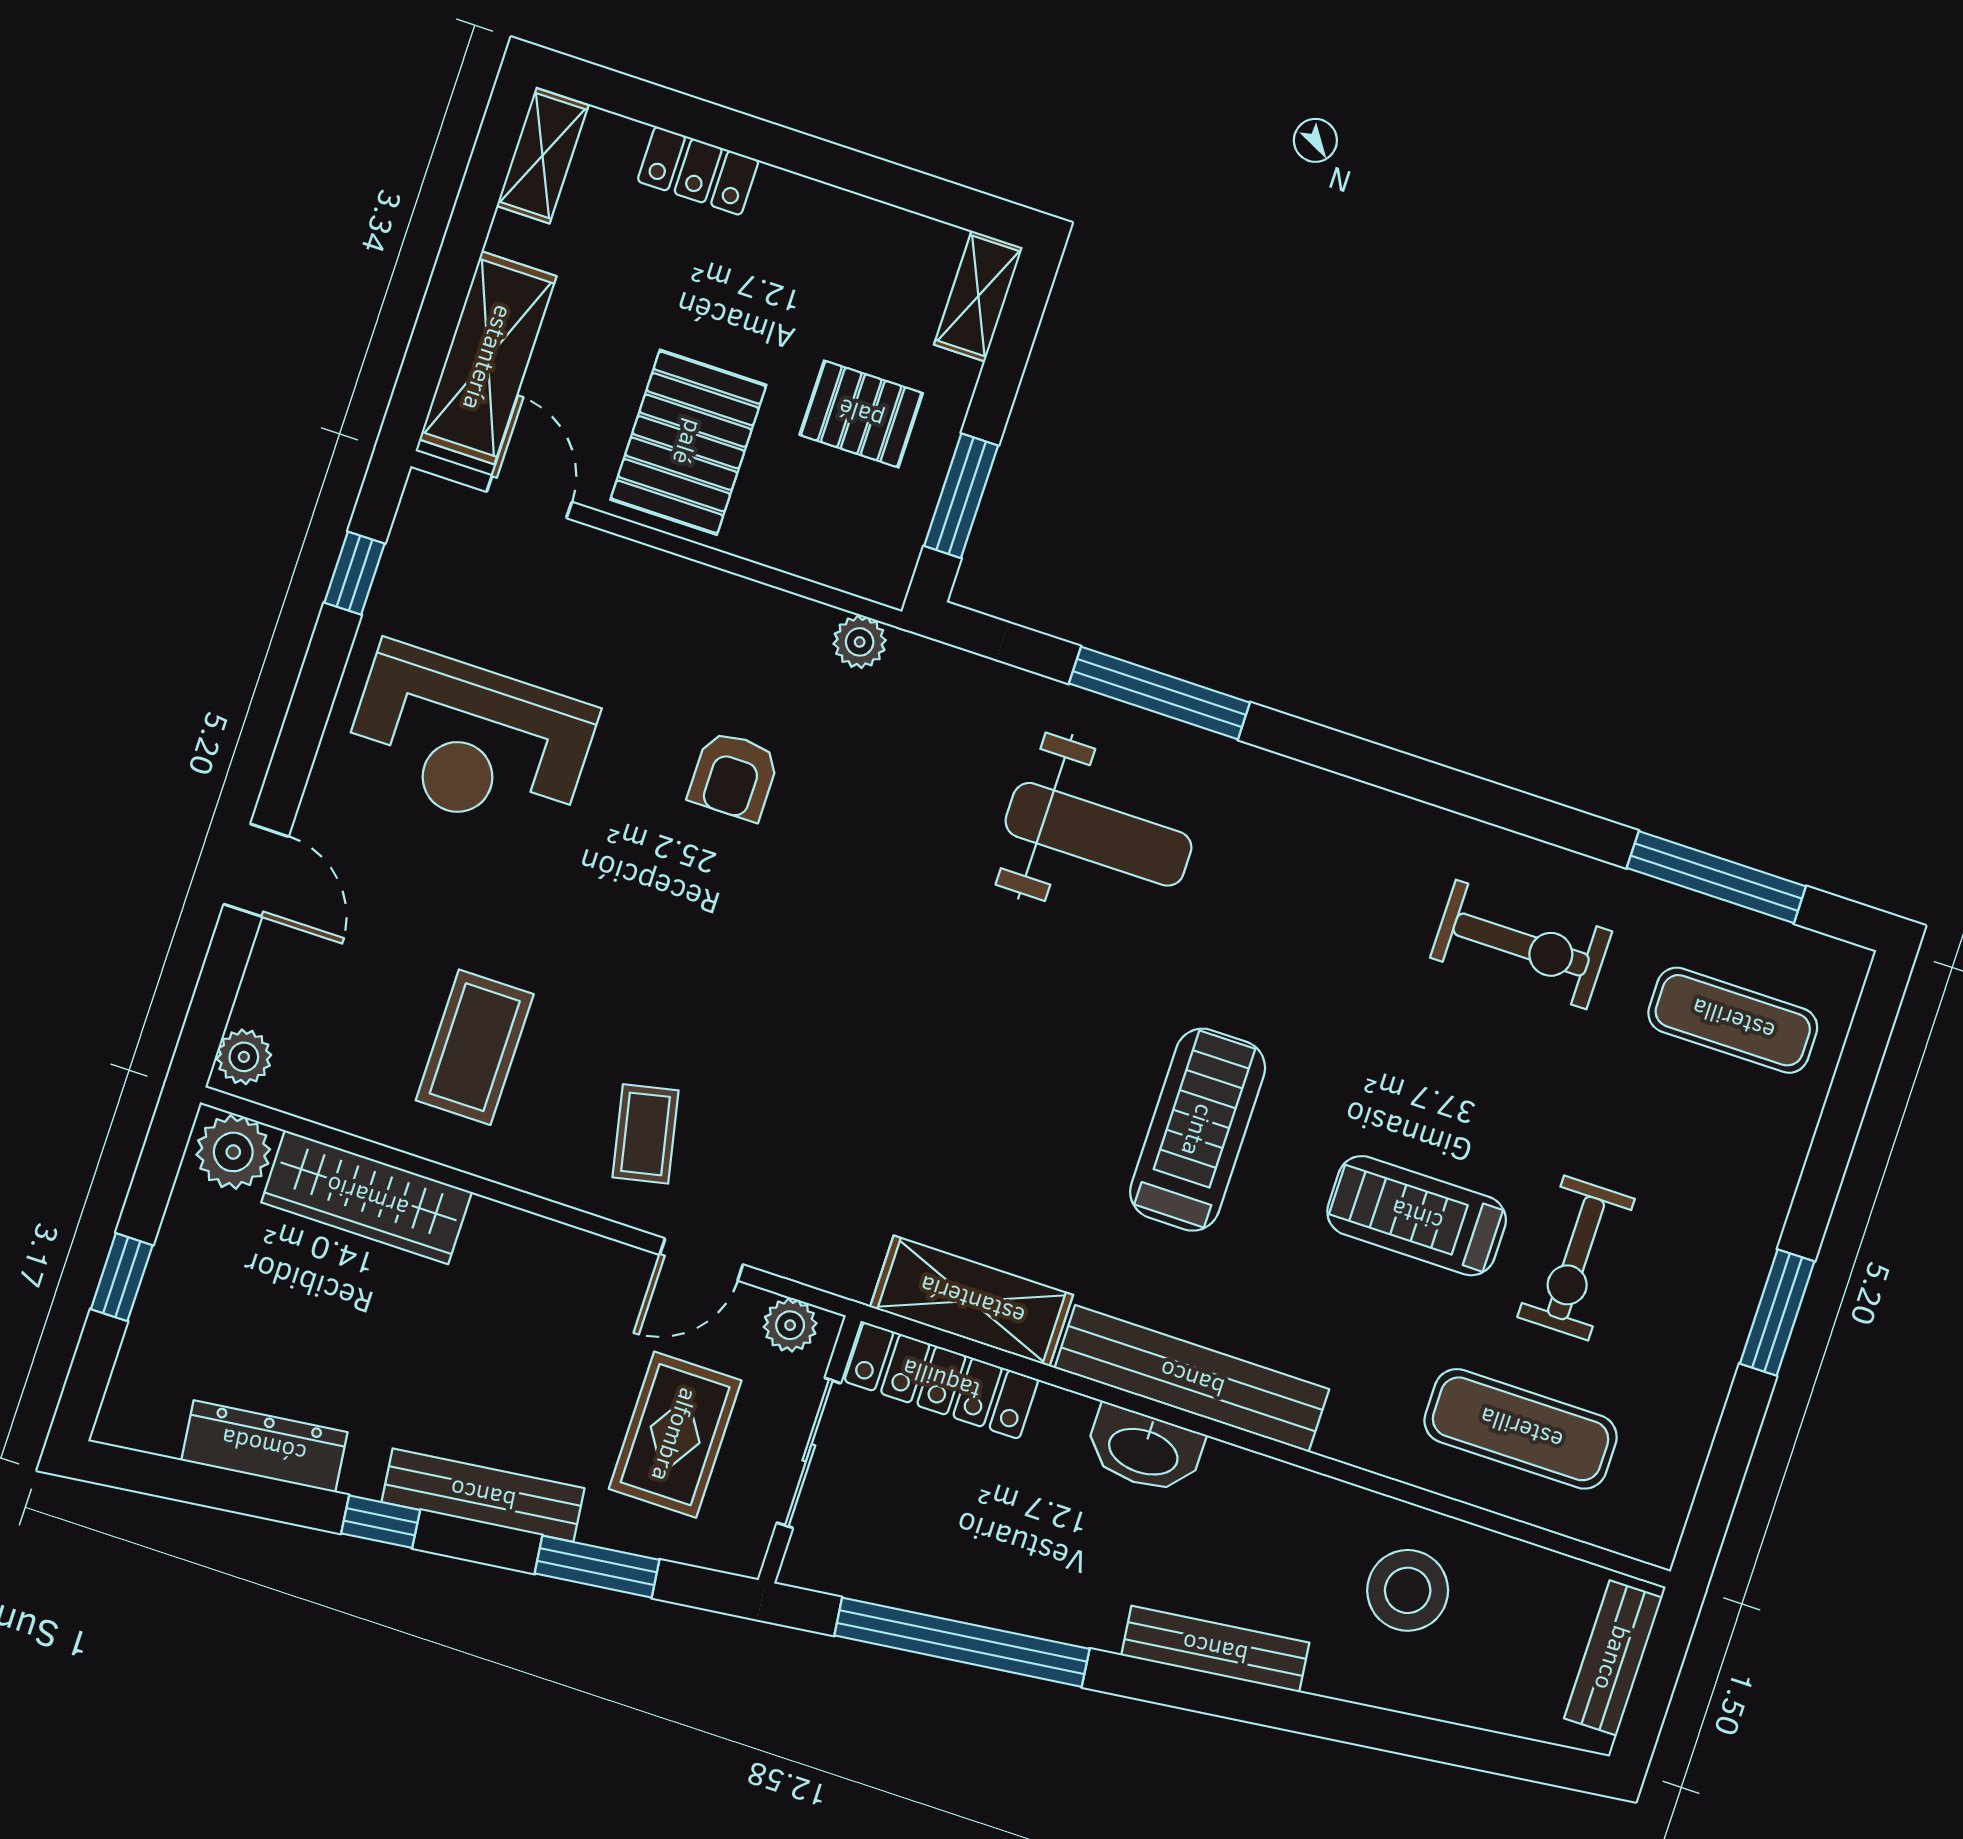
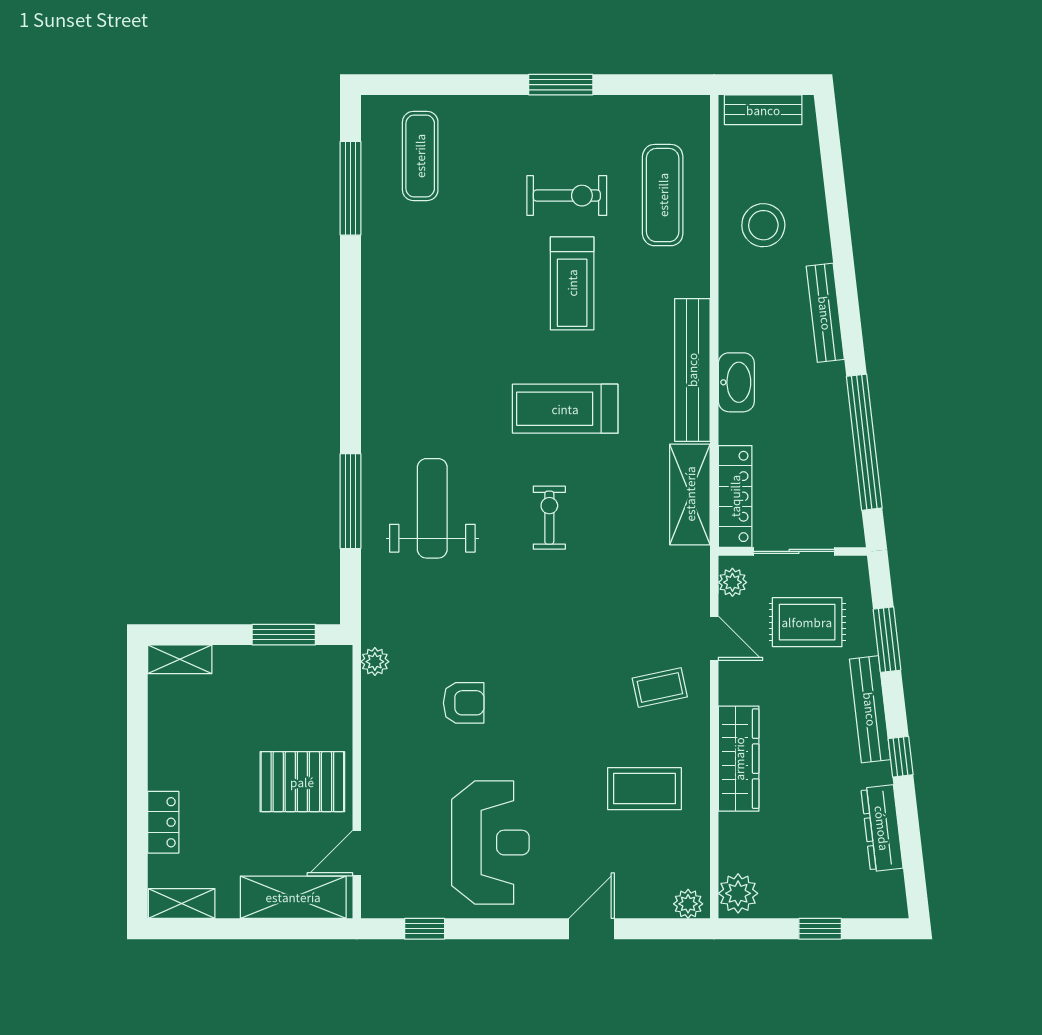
pallet: (861, 414) -> (259, 699), removed
exercise bike: (1521, 945) -> (549, 518), moved, width x0.73, depth x0.72
wardrobe: (367, 1197) -> (739, 759), moved

